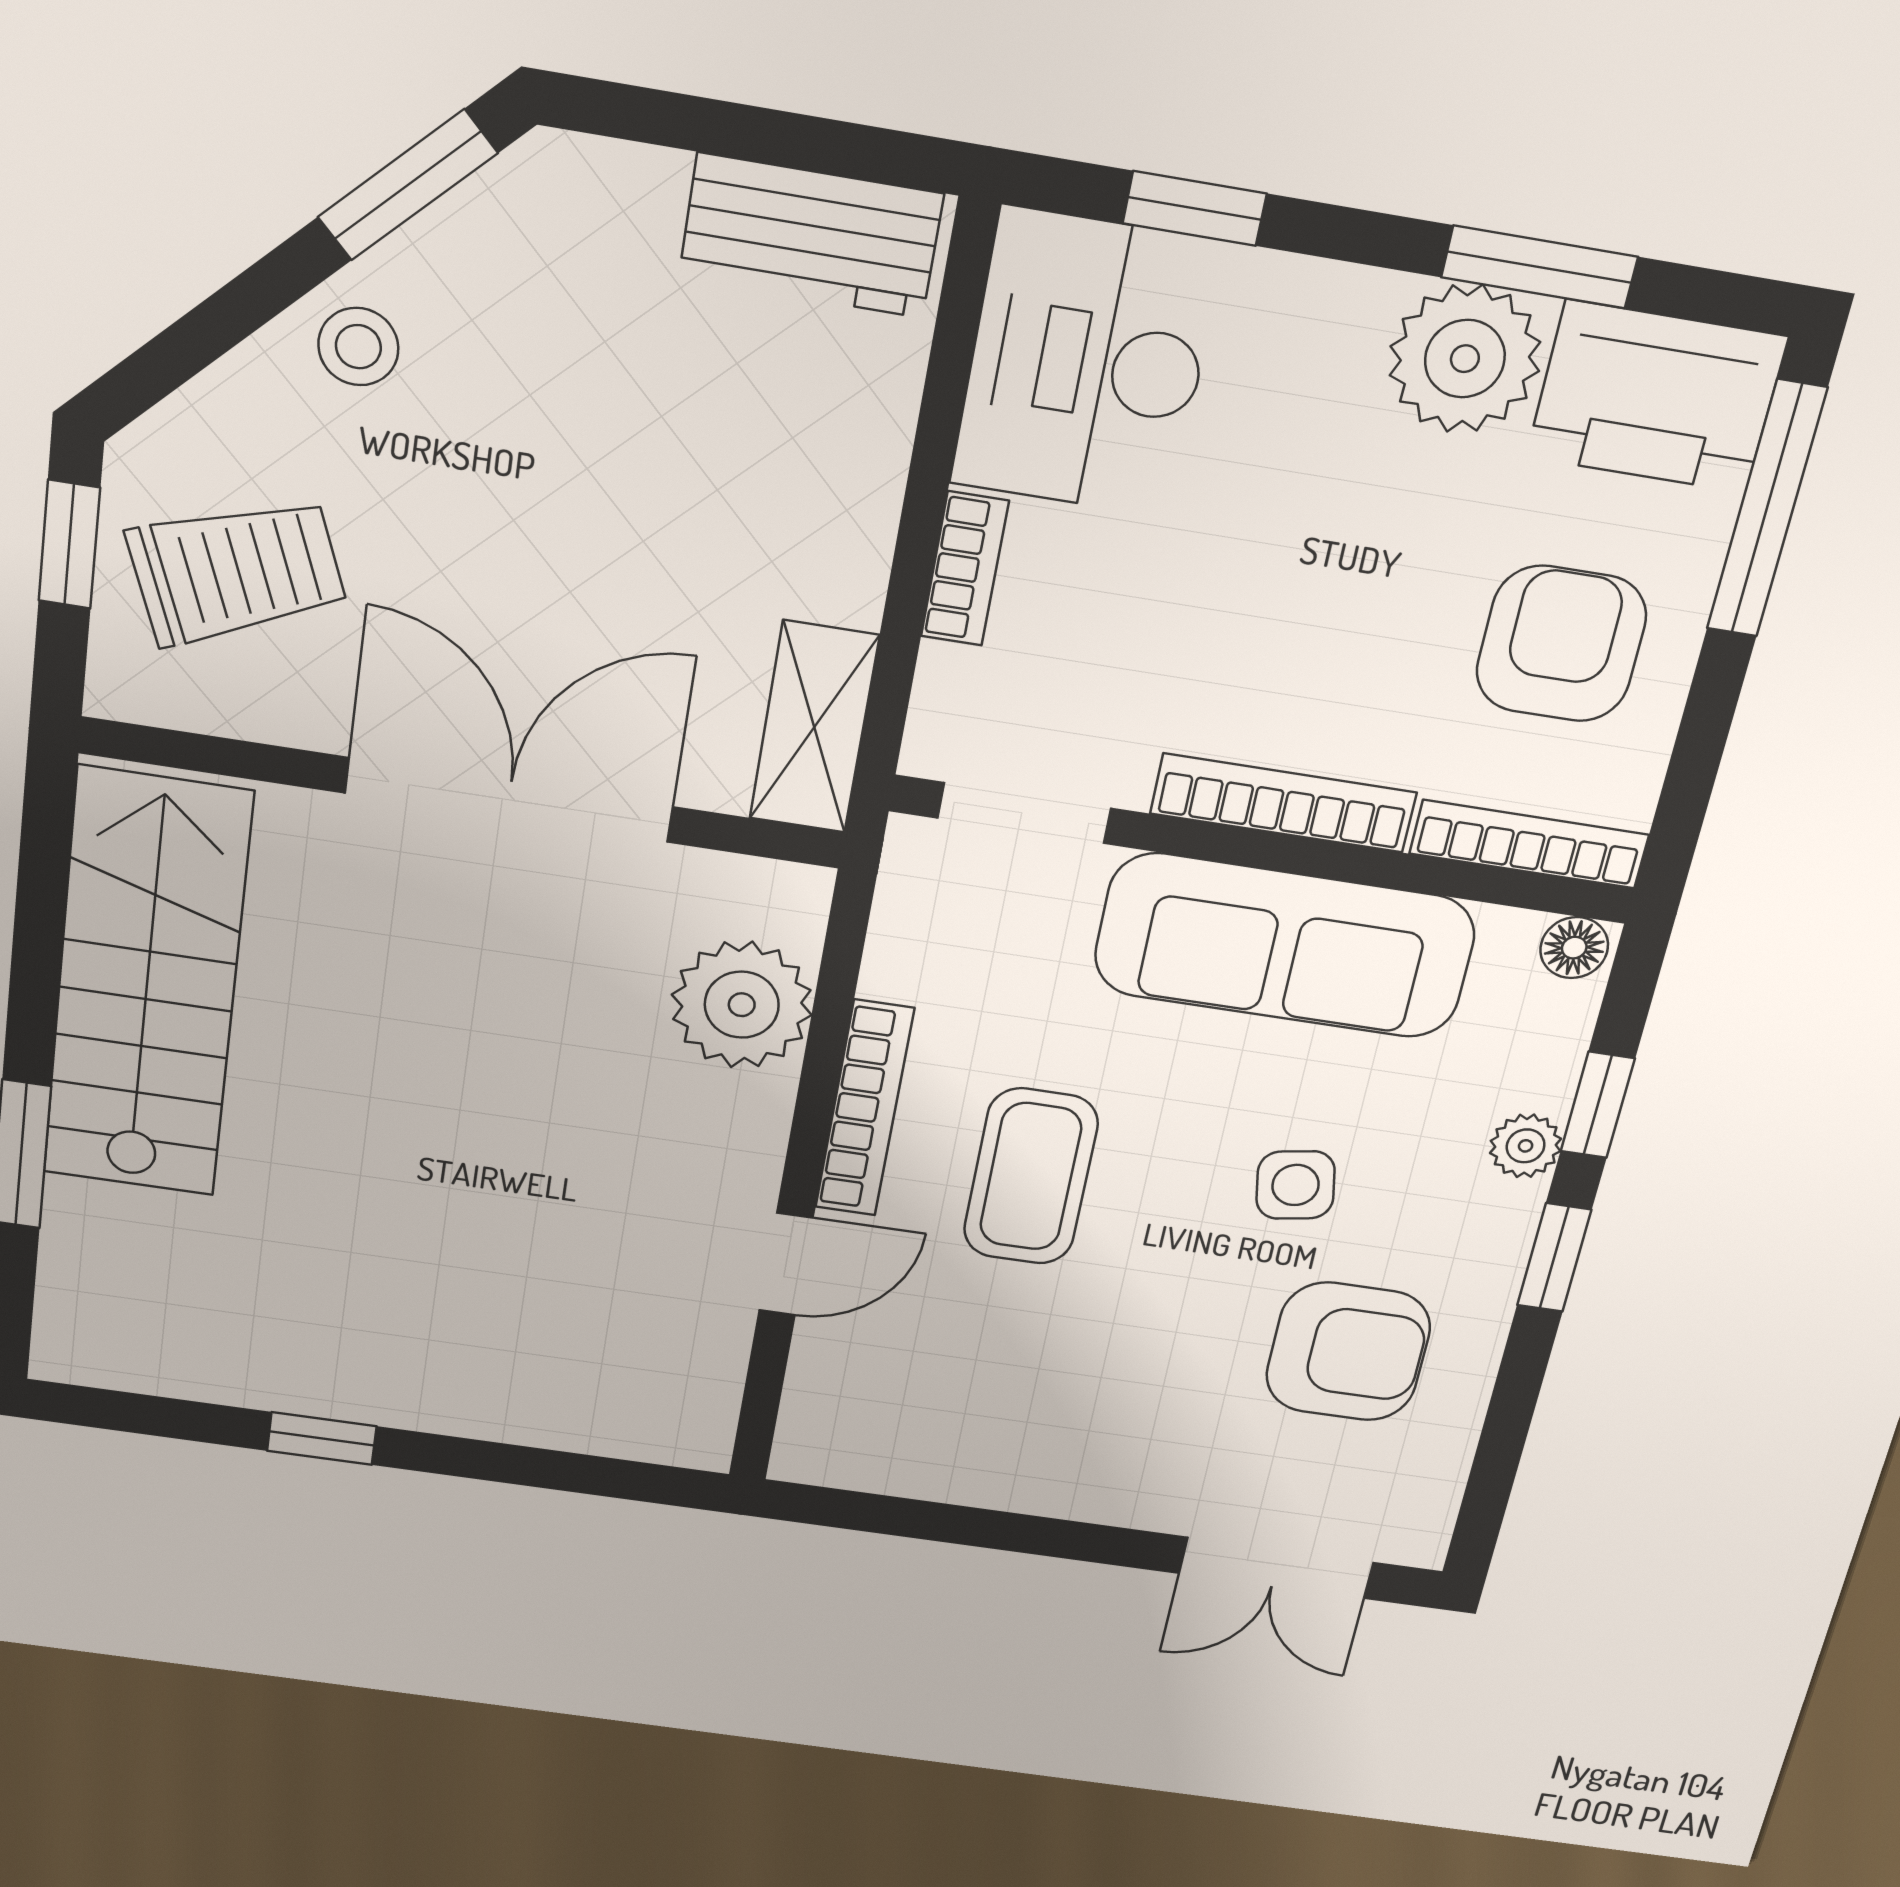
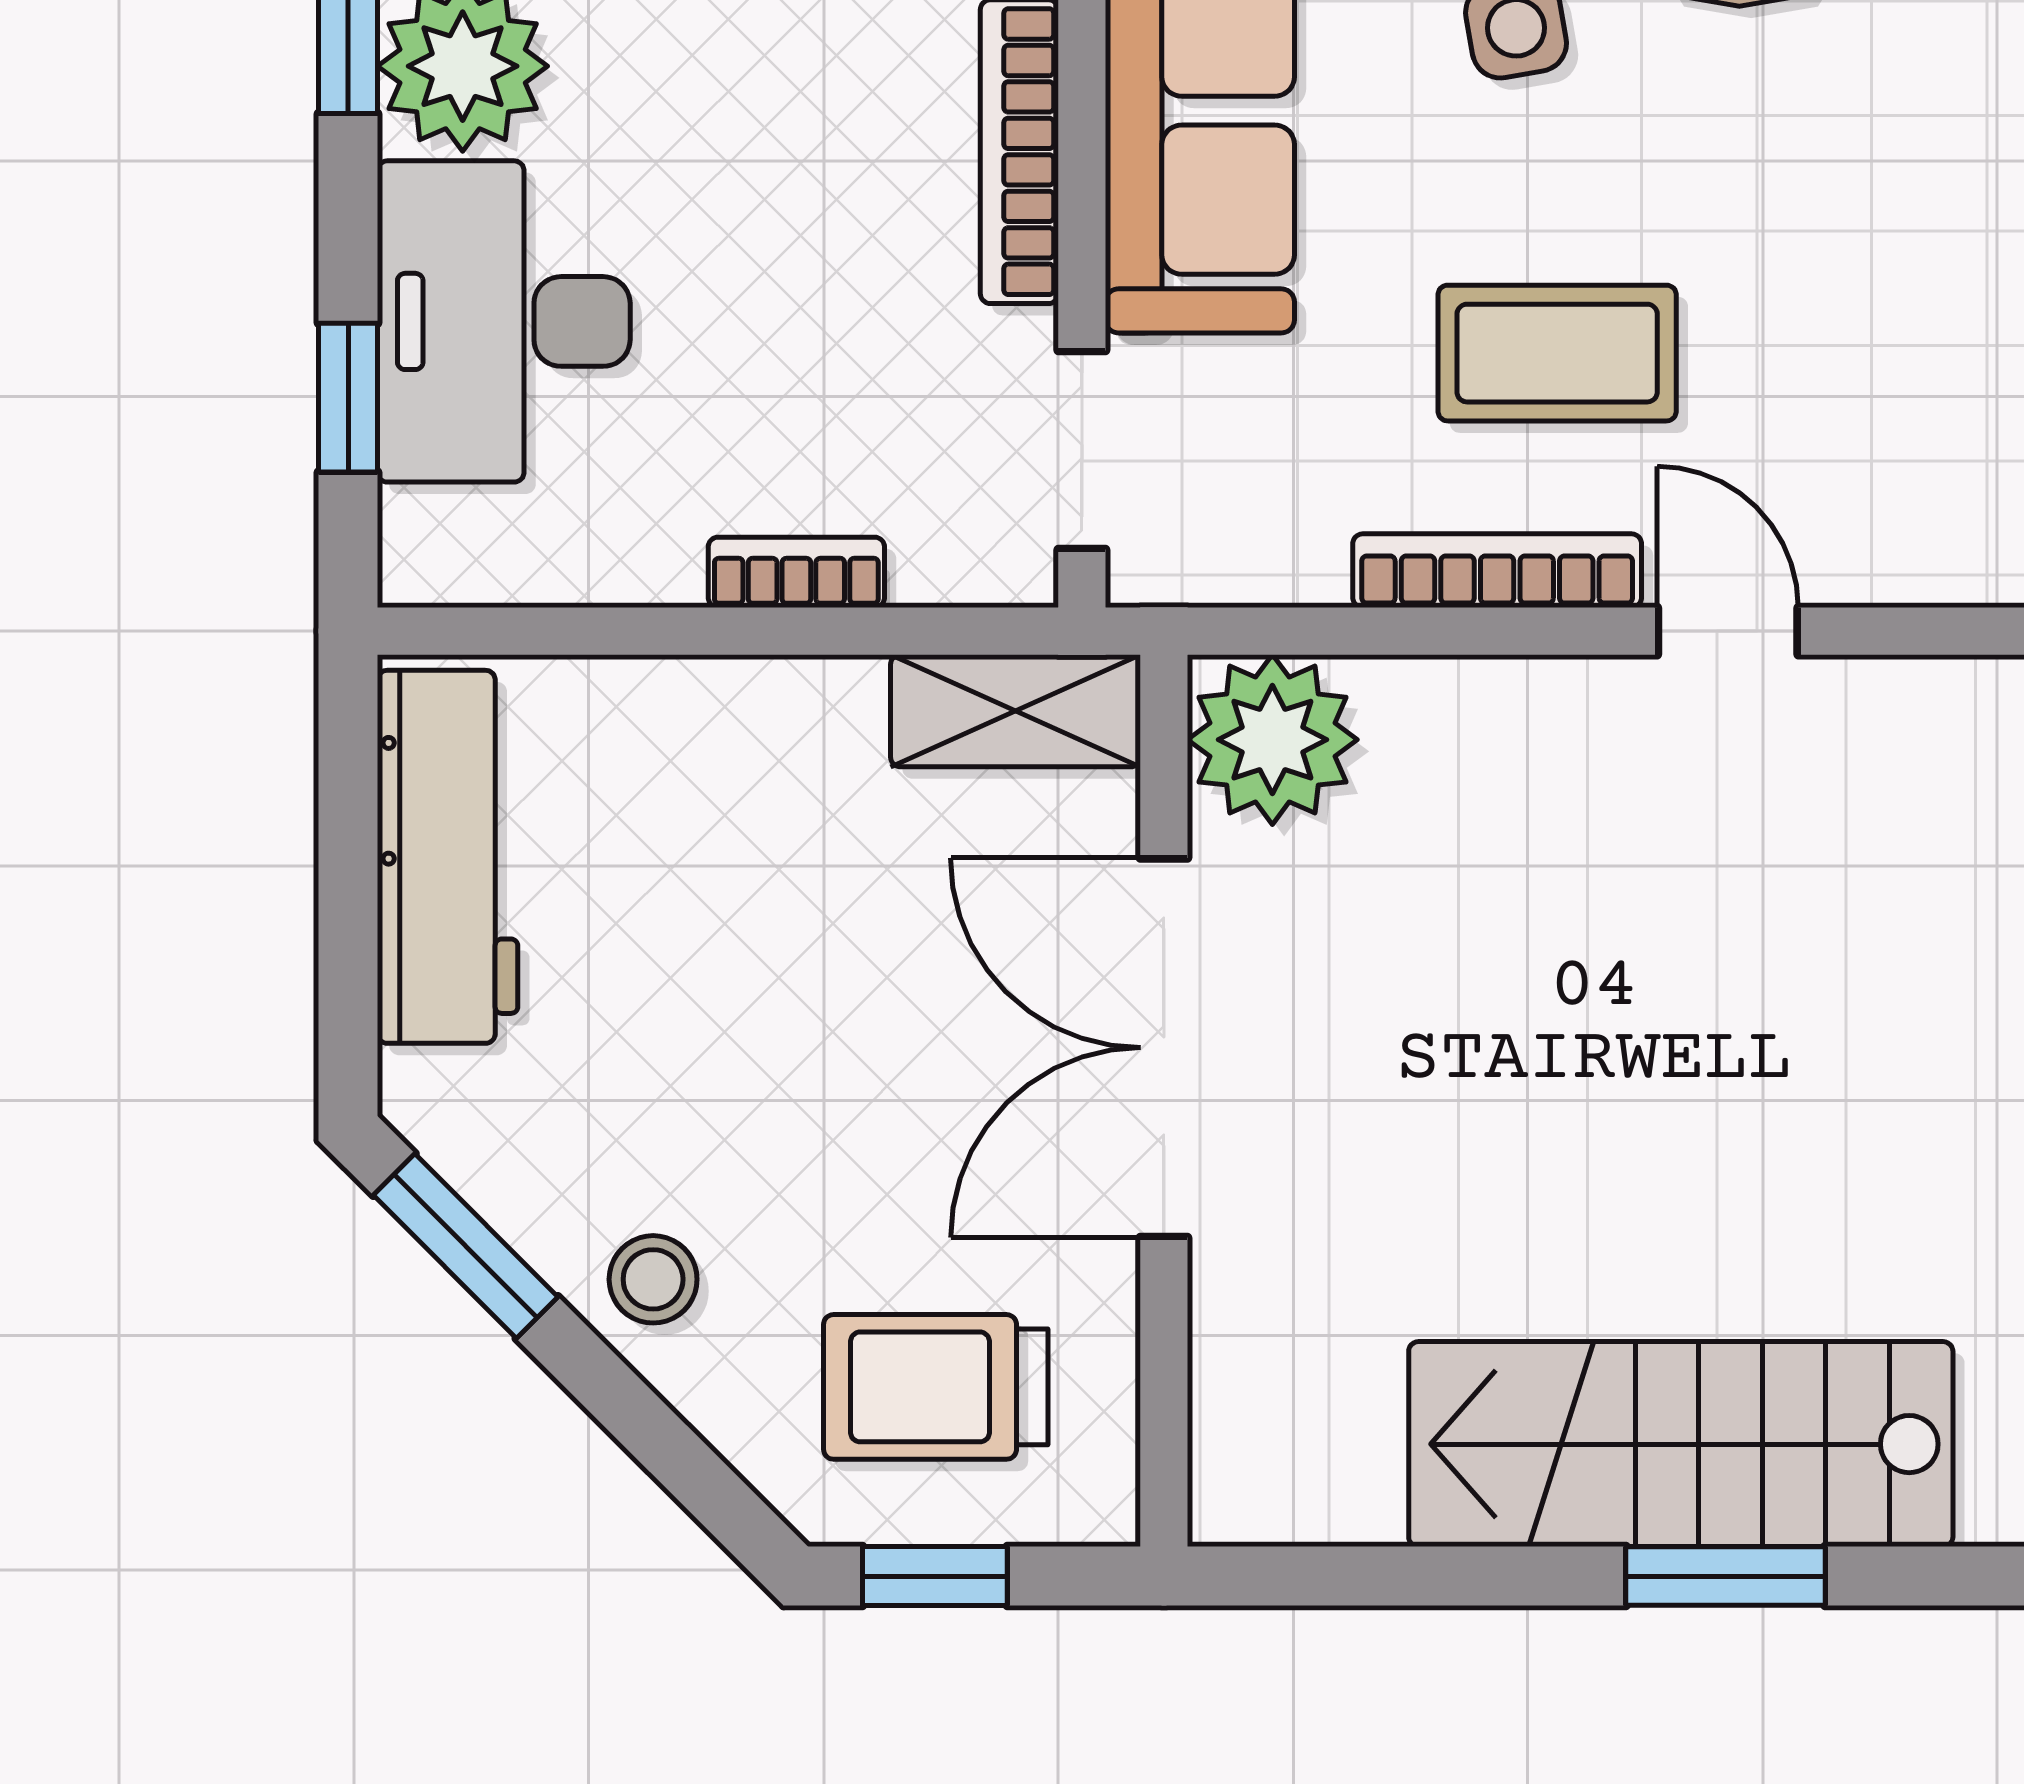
workbench: (811, 236) -> (448, 857), width x1.38
desk: (1086, 364) -> (504, 321), moved, turned 90
trolley: (237, 571) -> (936, 1387), turned -69
stairs: (147, 985) -> (1681, 1444), moved
plant: (742, 1005) -> (1272, 740), moved

